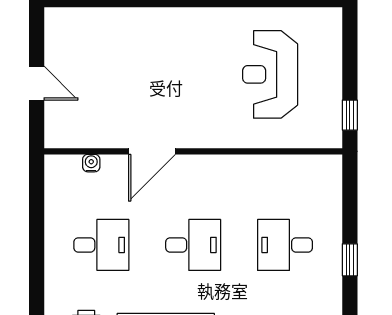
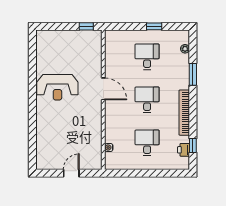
reception desk: (270, 74) -> (57, 87), moved
door: (152, 151) -> (103, 89), moved
desk: (285, 245) -> (147, 57), turned 180

